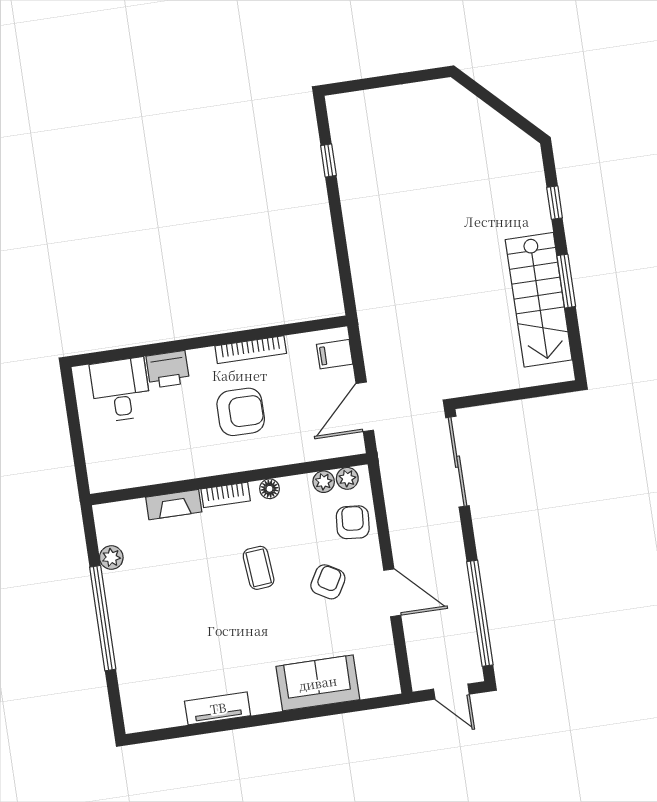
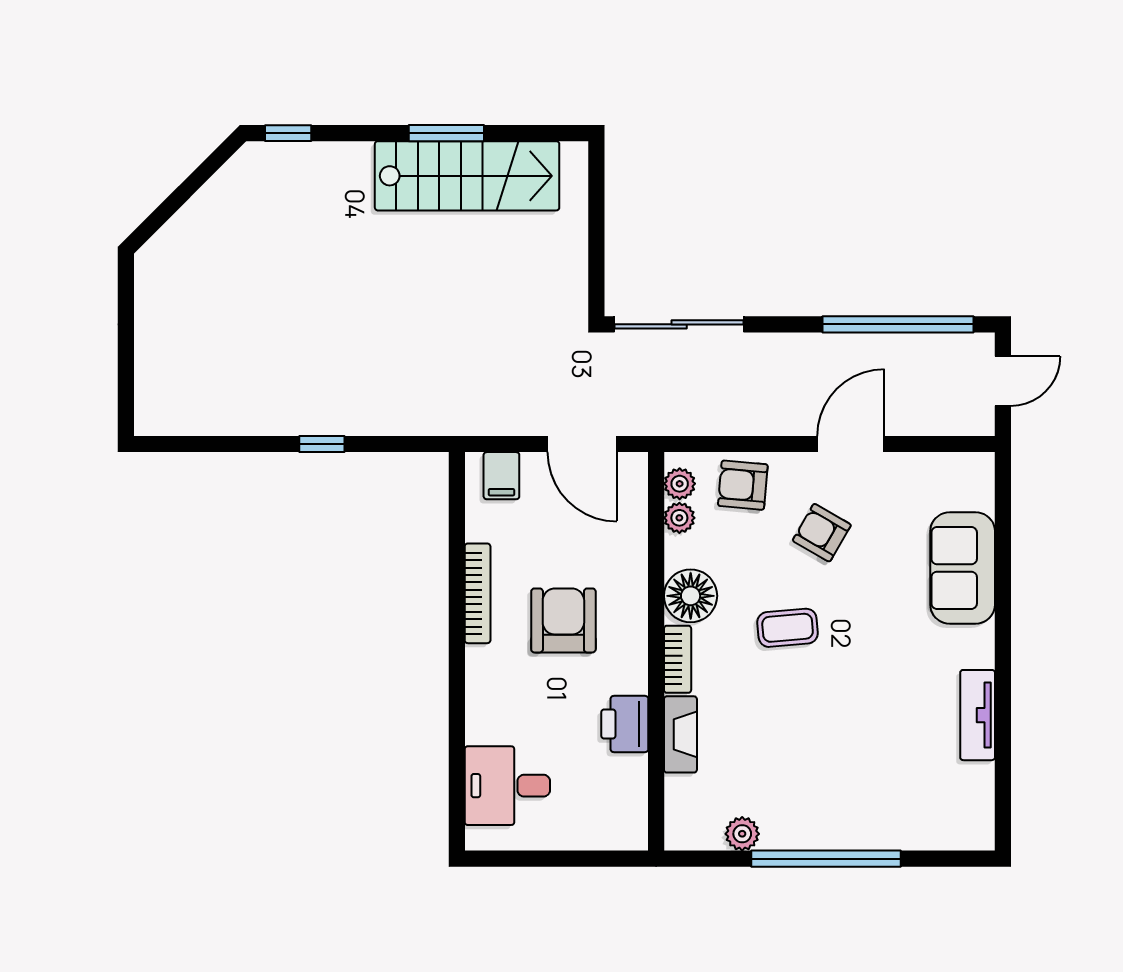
window: (328, 161) -> (322, 444), moved
window: (555, 203) -> (288, 133), moved
printer: (168, 369) -> (625, 724), moved, turned 180
floor lamp: (269, 489) -> (691, 596), width x1.89, depth x1.89

